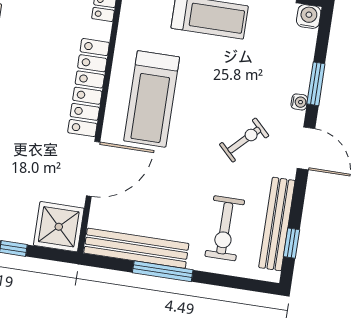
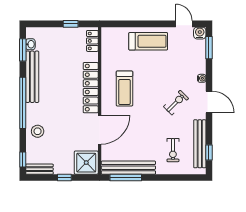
window: (316, 84) -> (209, 48), moved
treadmill: (152, 99) -> (124, 89), width x0.73, depth x0.73
exercise bike: (225, 228) -> (173, 150), width x0.73, depth x0.72
window: (163, 271) -> (126, 178), moved

